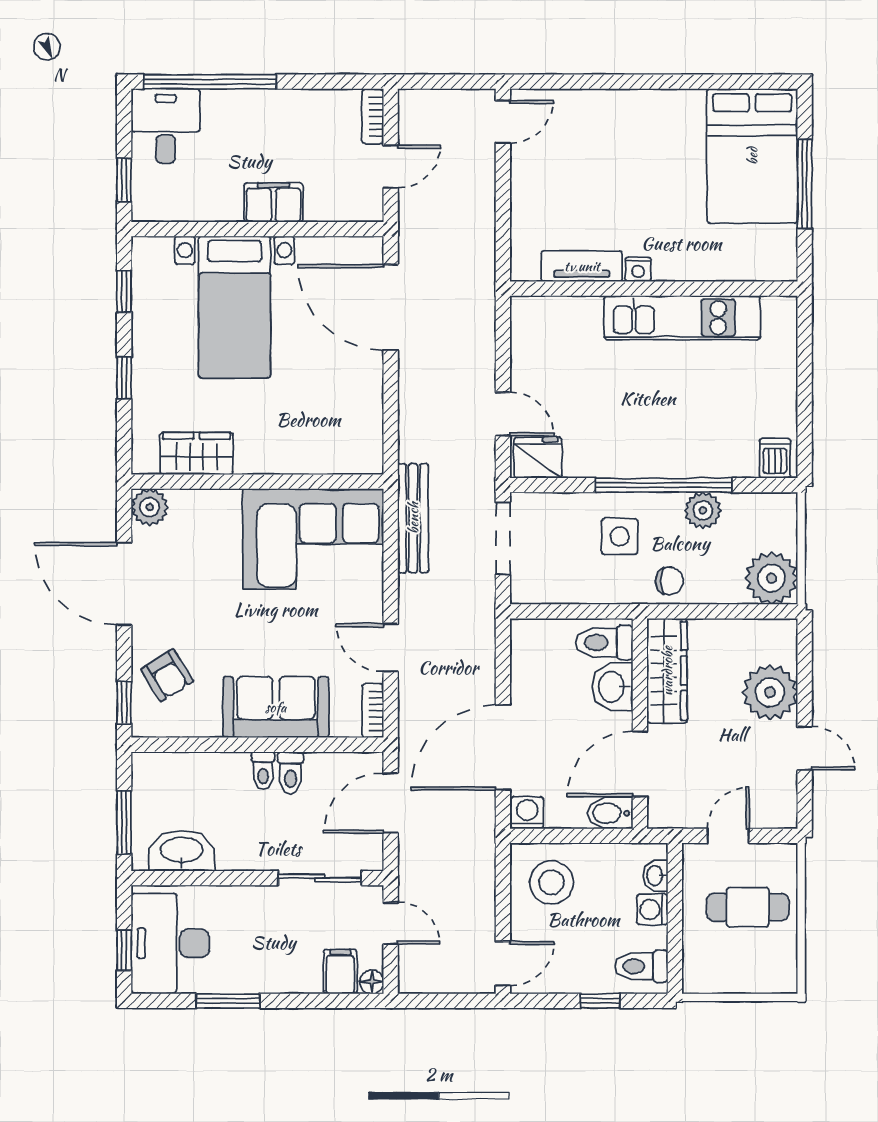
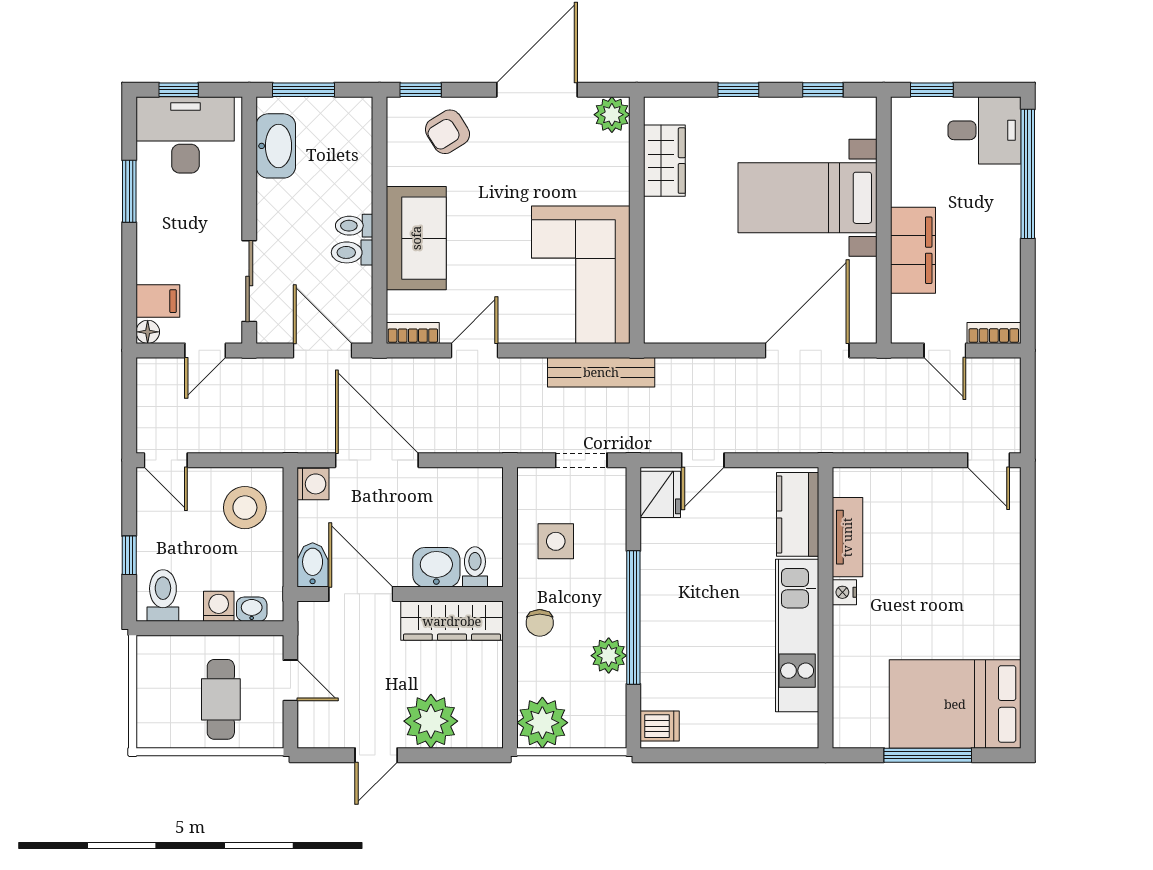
filing cabinet: (273, 202) -> (913, 250), width x1.50, depth x1.17
kitchen counter: (558, 317) -> (798, 514), added
side table: (620, 536) -> (556, 541), moved
doorway: (503, 538) -> (581, 460), width x0.73
toilet: (604, 642) -> (475, 567), width x0.73, depth x0.72

